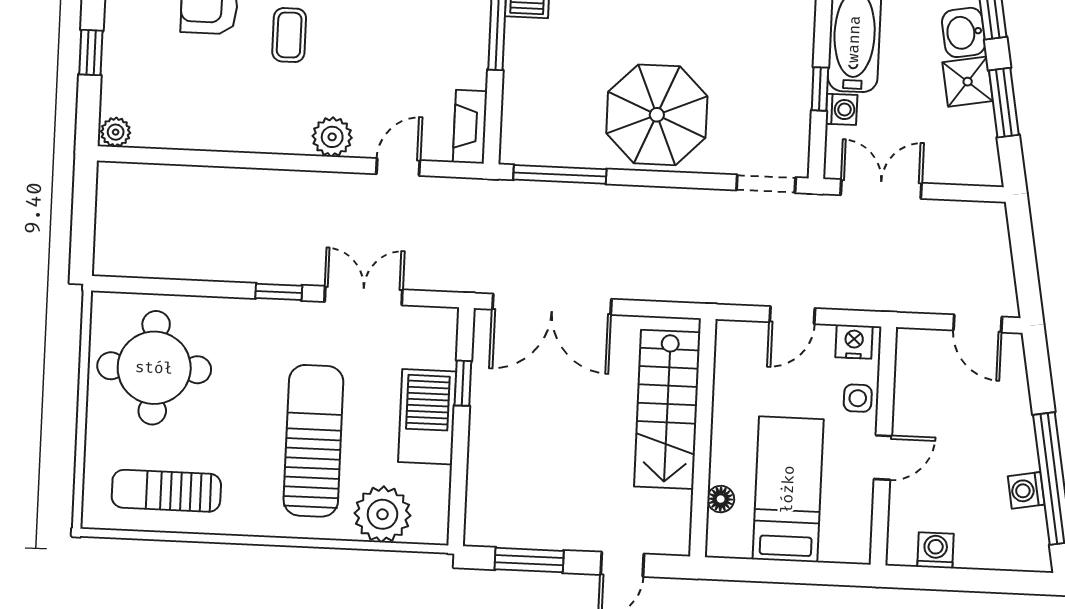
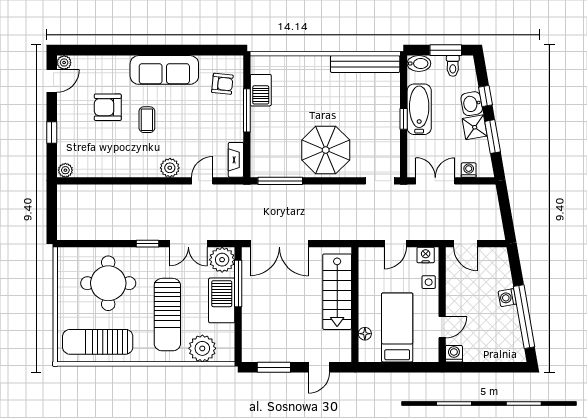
window: (820, 89) -> (404, 119), moved
washing machine: (841, 109) -> (469, 170), moved, turned -90
double door: (363, 296) -> (188, 244), swing flipped
door: (978, 324) -> (465, 244), moved
plant: (432, 332) -> (222, 260), added
round table: (154, 368) -> (108, 283), moved
window: (463, 383) -> (238, 284), width x2.17
sun lounger: (313, 441) -> (167, 315), turned 180
door: (883, 457) -> (442, 327), moved
washing machine: (1026, 490) -> (507, 298), moved
sun lounger: (166, 491) -> (98, 342), width x1.36, depth x1.34
washing machine: (935, 550) -> (454, 354), moved

